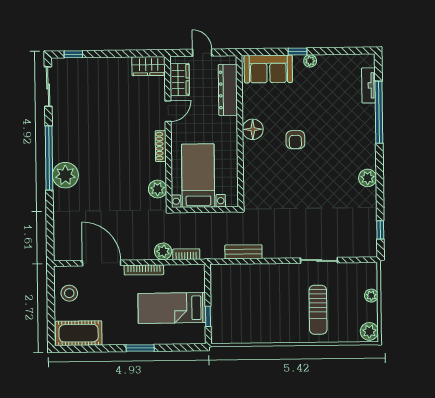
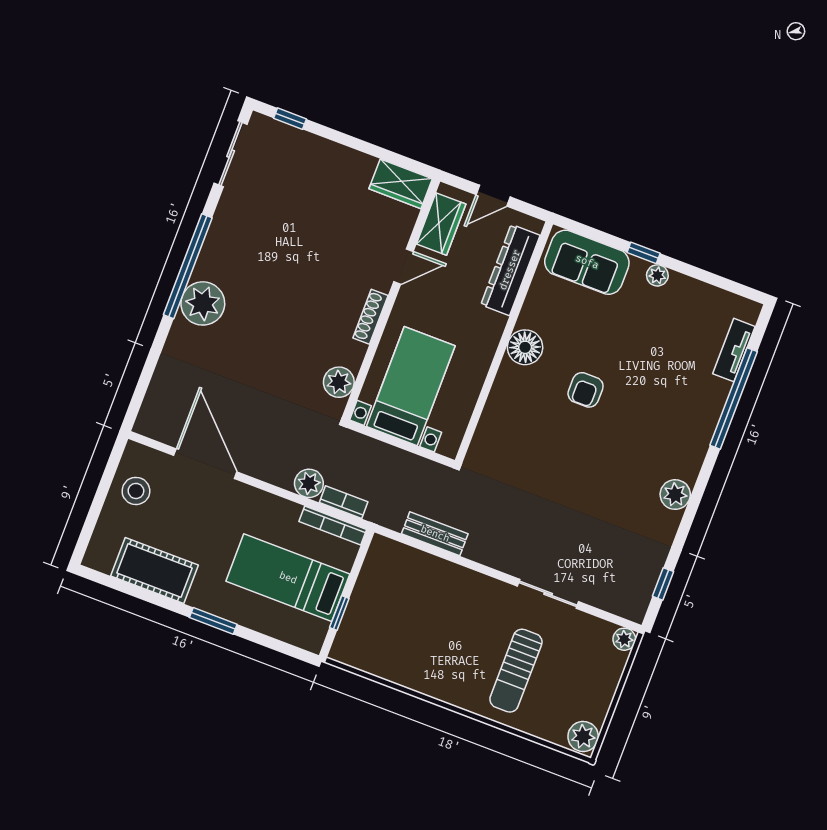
door: (202, 53) -> (493, 196), swing flipped
bookcase: (144, 270) -> (333, 526), moved
plant: (371, 296) -> (624, 639), moved
cot: (79, 333) -> (155, 570), moved

